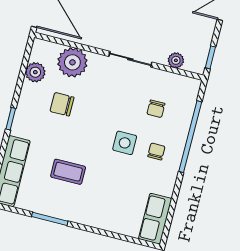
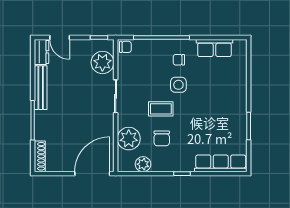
plant: (176, 60) -> (102, 62), width x1.88, depth x1.88
chair: (156, 109) -> (125, 47), moved
coffee table: (68, 172) -> (161, 109), moved, turned 90
row of seats: (155, 219) -> (214, 48), moved

